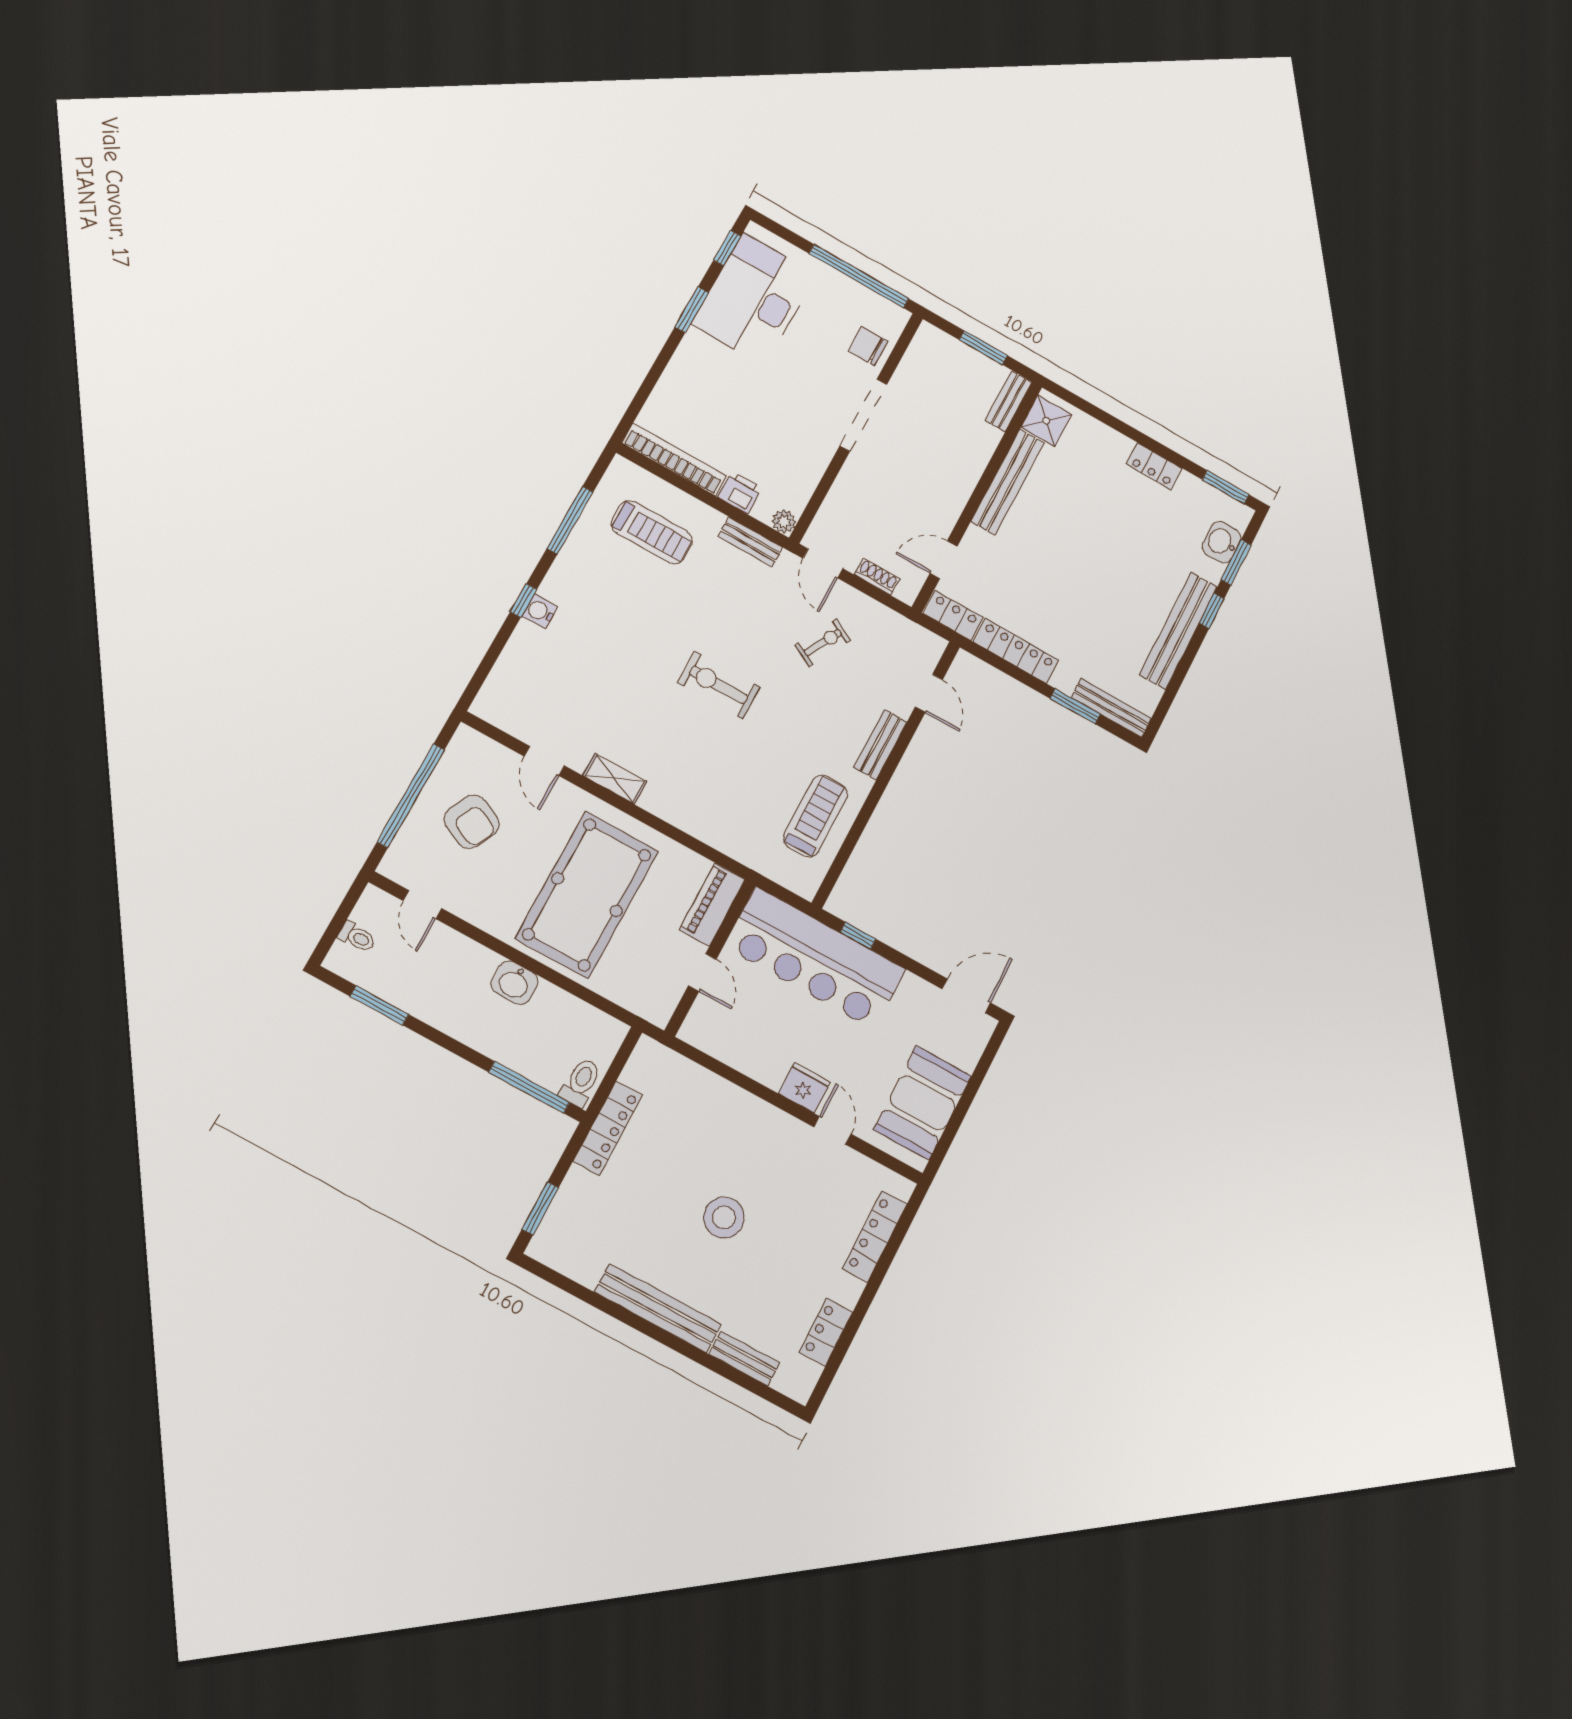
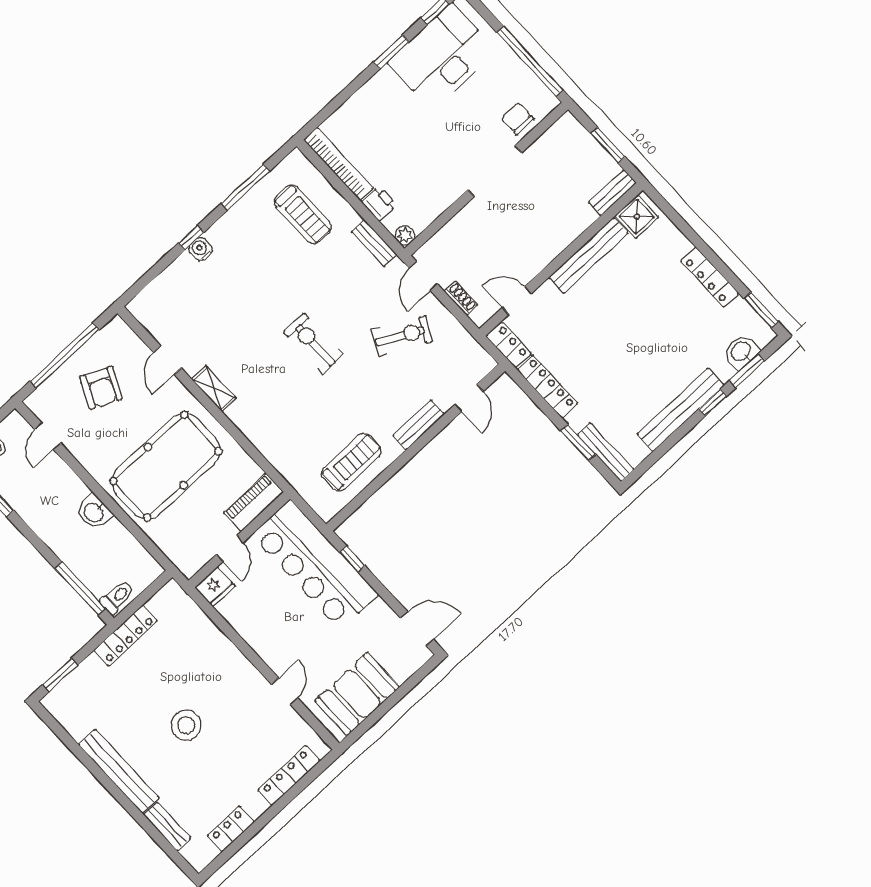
locker: (1154, 466) -> (710, 277), width x1.53
exercise bike: (823, 643) -> (402, 336), width x1.38, depth x1.39
fridge: (804, 1088) -> (215, 587), moved, turned 90

